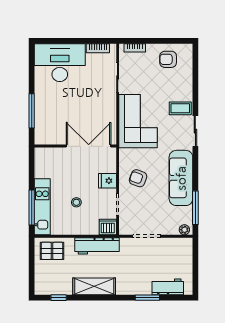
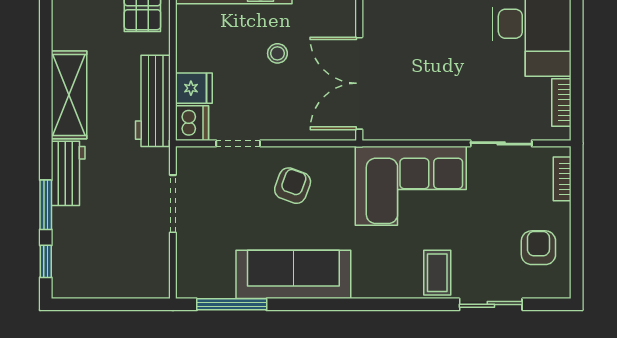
sliding door: (195, 131) -> (491, 304), moved
double door: (89, 146) -> (359, 83), swing flipped
fridge: (107, 181) -> (194, 88), moved, turned 90
stool: (76, 202) -> (277, 53), moved
plant: (184, 230) -> (186, 281), removed
workbench: (168, 287) -> (68, 173), moved
window: (59, 298) -> (46, 261), moved

